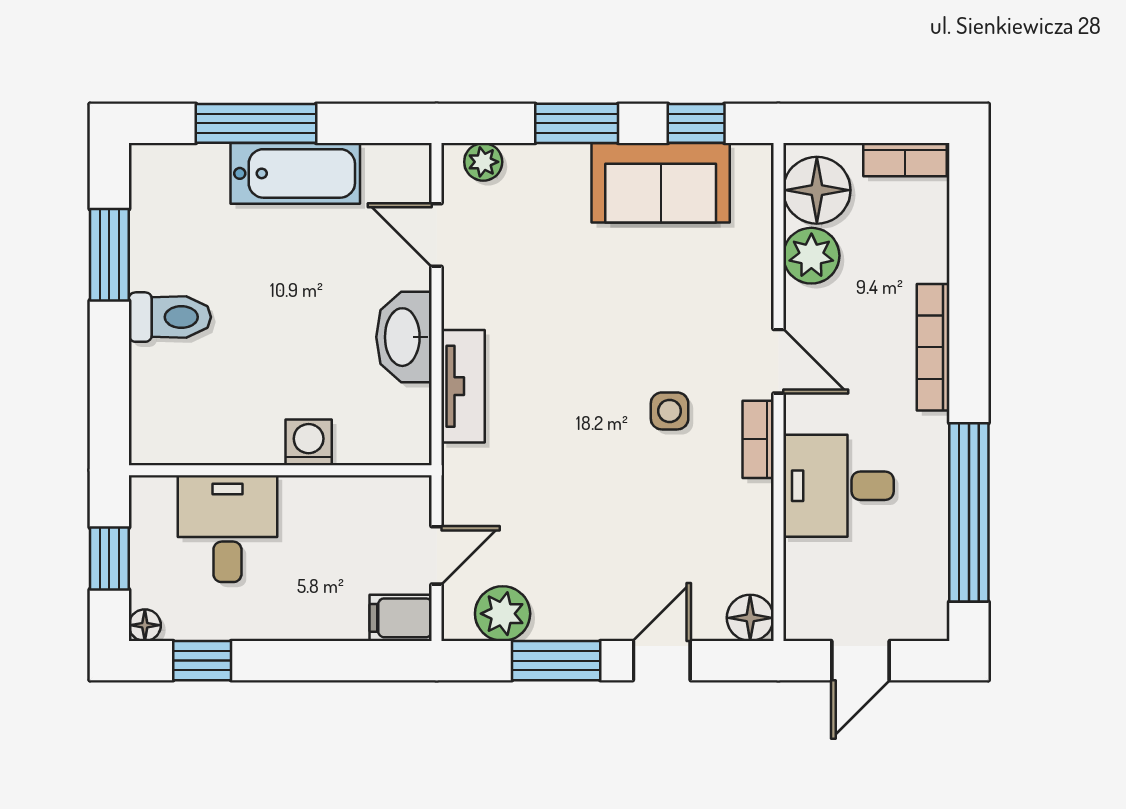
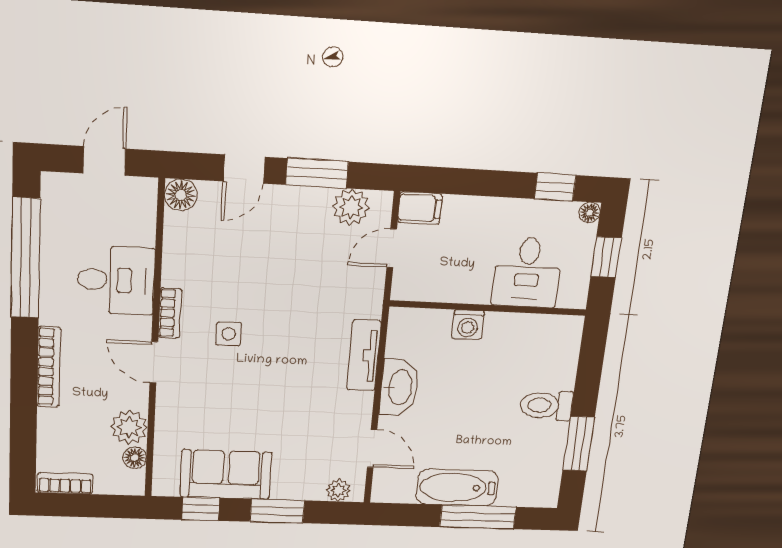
floor lamp: (817, 190) -> (135, 458), width x0.53, depth x0.53

